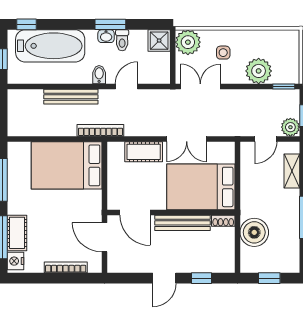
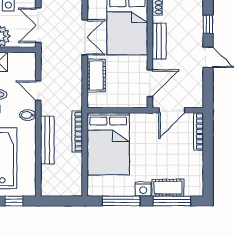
bookcase: (100, 130) -> (77, 131), moved
bench: (182, 223) -> (159, 41), width x0.73
nightstand: (15, 261) -> (143, 189), moved
bookcase: (66, 267) -> (199, 131), moved

